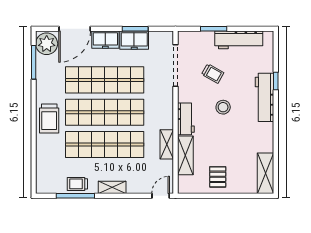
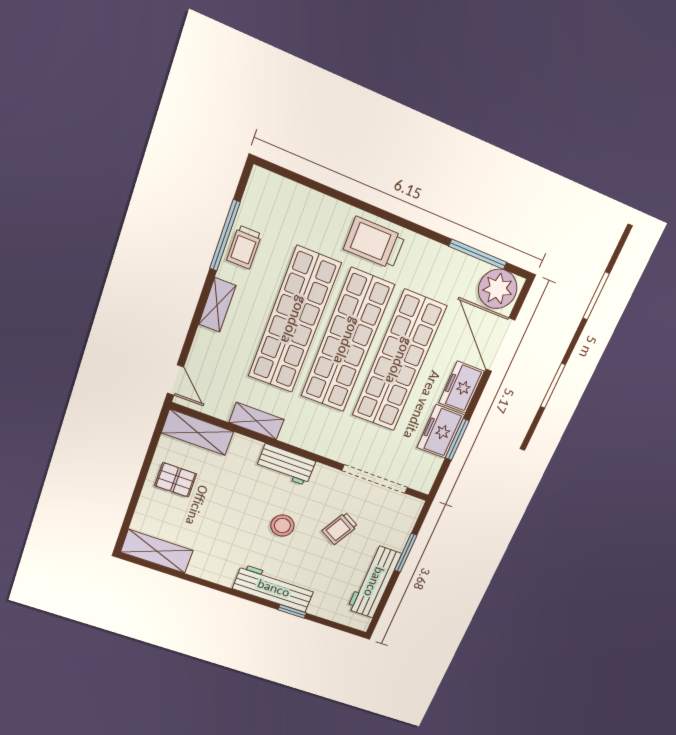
shelving: (185, 155) -> (197, 432), moved
trolley: (77, 184) -> (244, 247), turned 180

